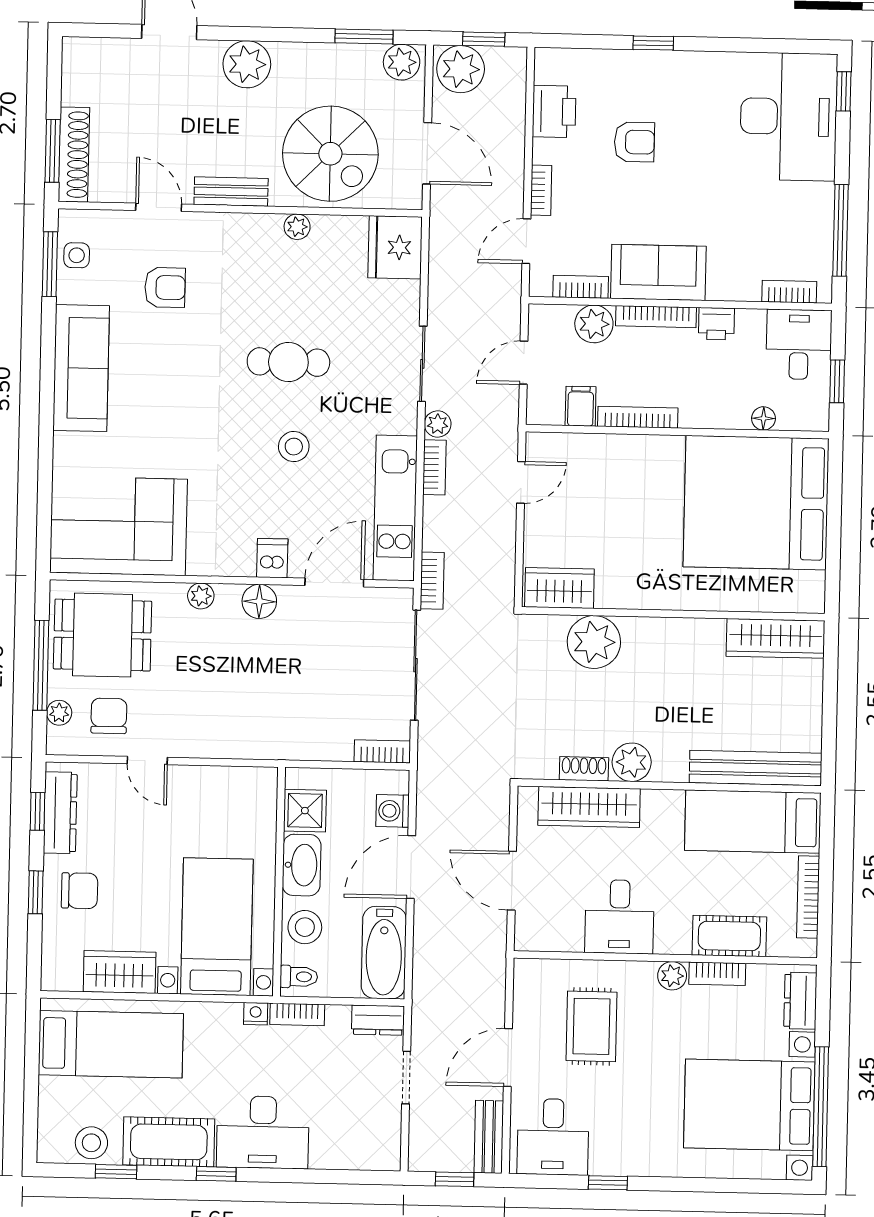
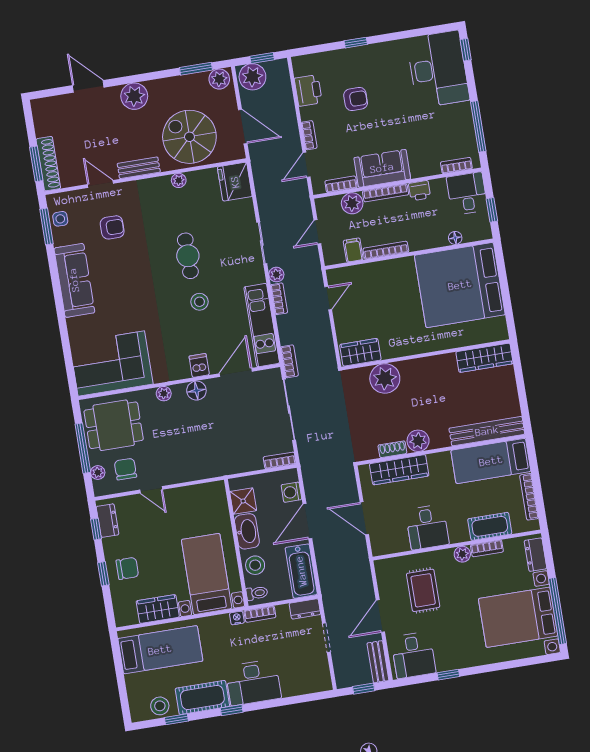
spiral stairs: (330, 154) -> (189, 137), turned 180
cafe table: (288, 362) -> (188, 256), turned 90
dresser: (60, 813) -> (108, 521), width x0.70

